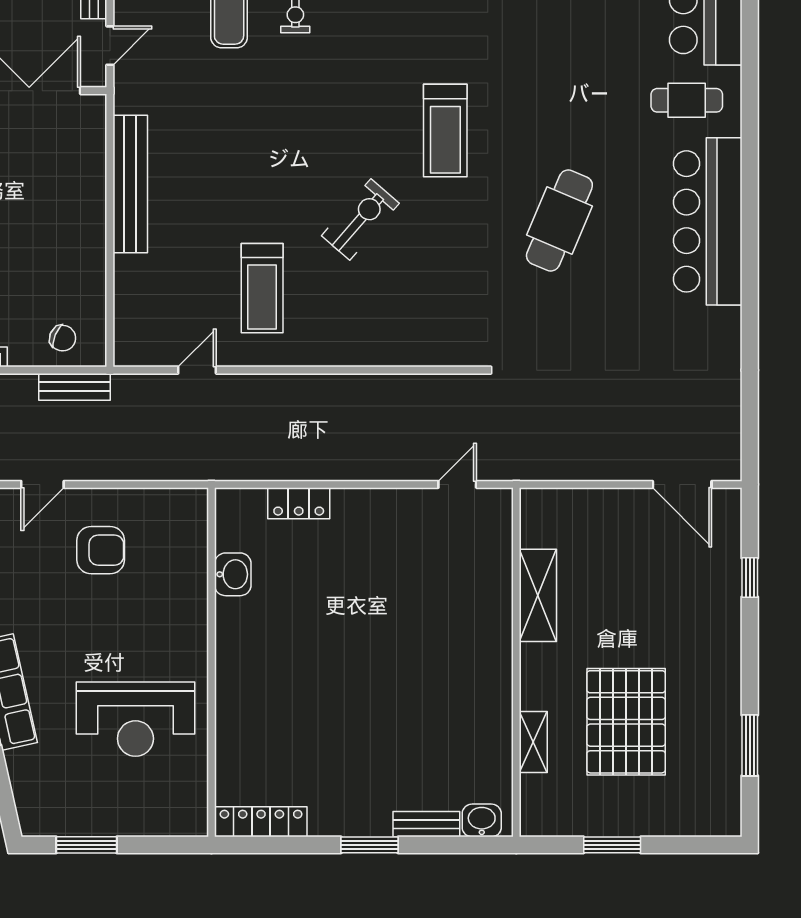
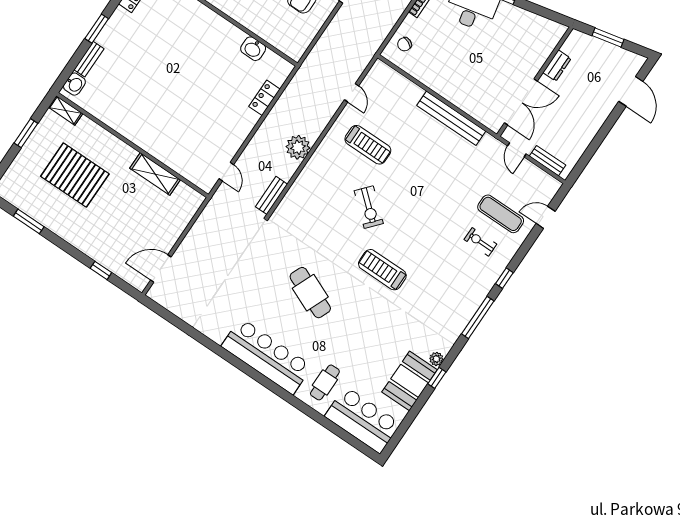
treadmill: (262, 288) -> (368, 145), turned 180
bench: (74, 387) -> (271, 195), moved
plant: (341, 397) -> (298, 147), added
shelving: (533, 742) -> (66, 110), moved

